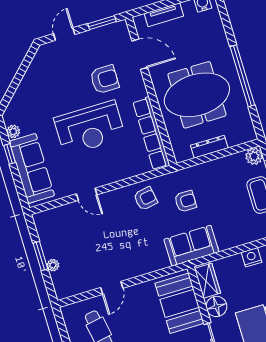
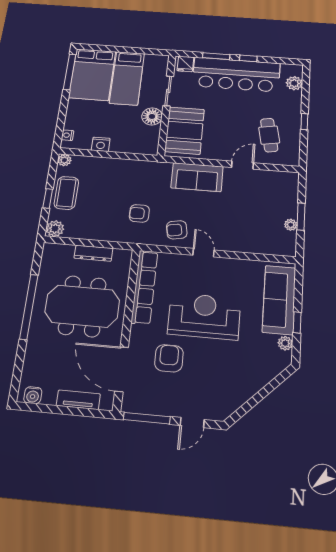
window: (102, 23) -> (147, 418), width x1.44
door: (140, 54) -> (122, 369), width x1.36
armchair: (105, 79) -> (169, 358), turned 90
door: (87, 194) -> (203, 253), moved
sofa: (191, 246) -> (197, 177), moved
plant: (53, 265) -> (291, 225), moved
wardrobe: (207, 281) -> (150, 140), removed

